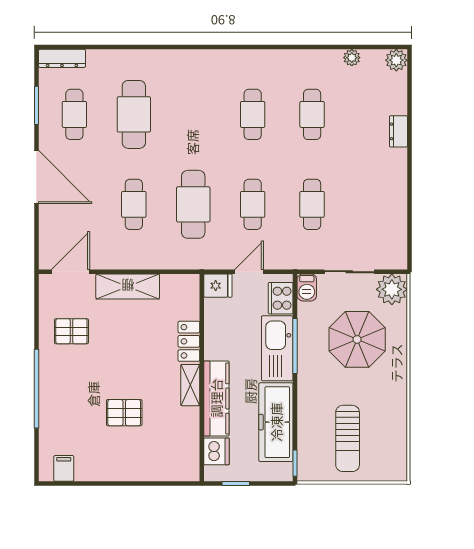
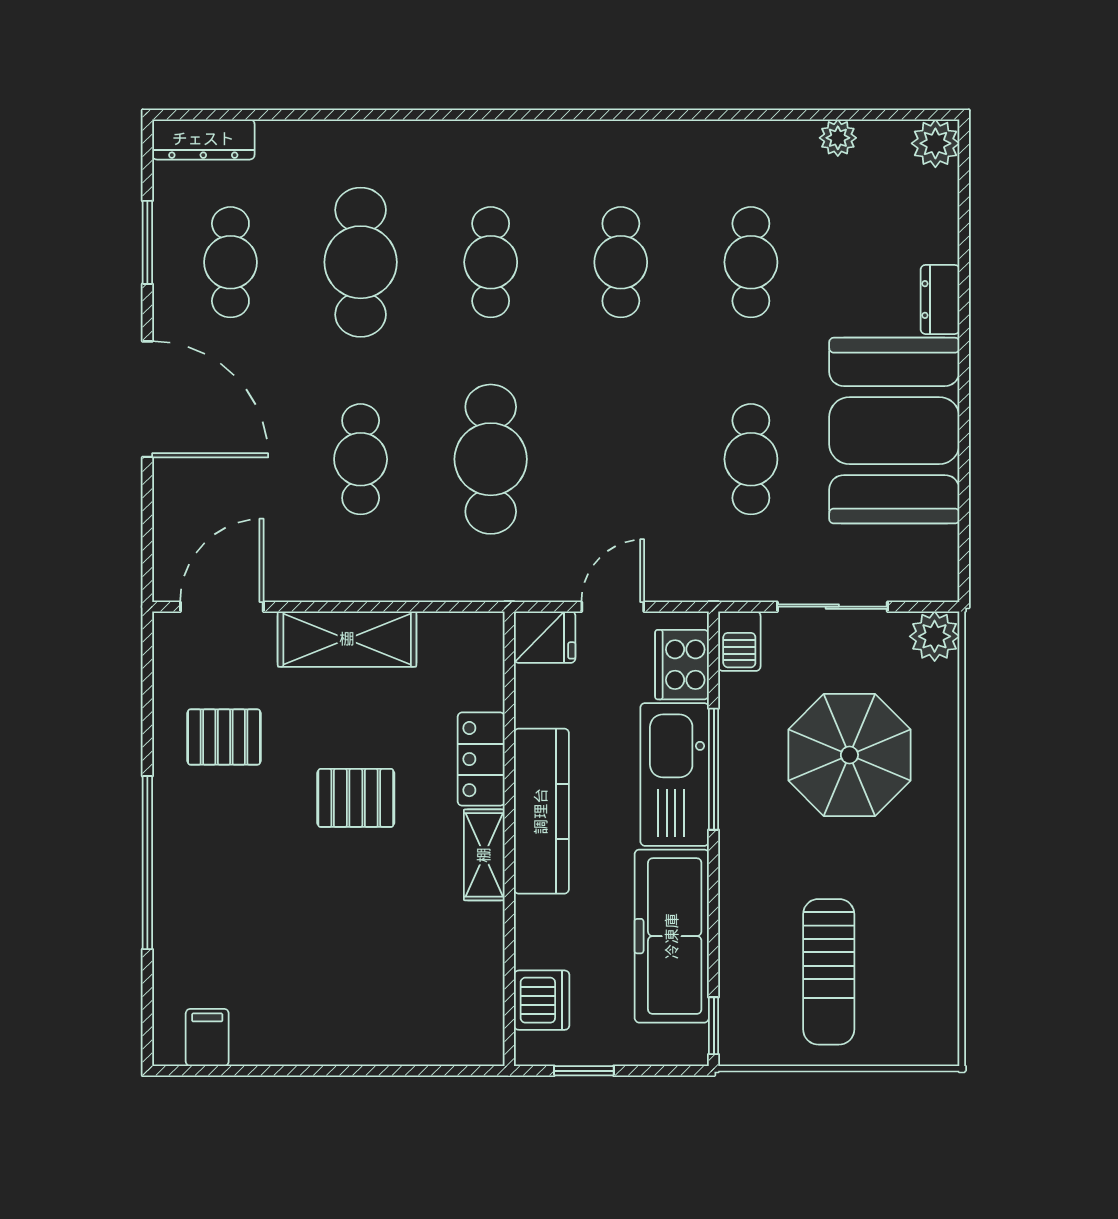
booth: (378, 191) -> (894, 431), added
cafe table: (253, 204) -> (491, 262), moved
plant: (392, 289) -> (935, 636), width x0.73, depth x0.73
kitchen counter: (216, 398) -> (541, 811), moved
pallet: (124, 413) -> (356, 798), moved

